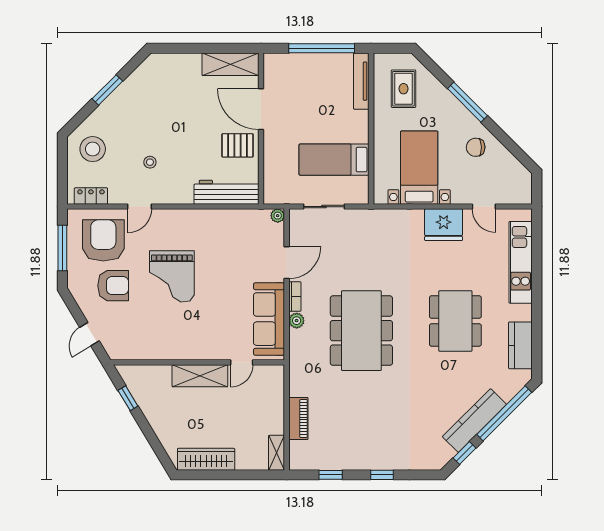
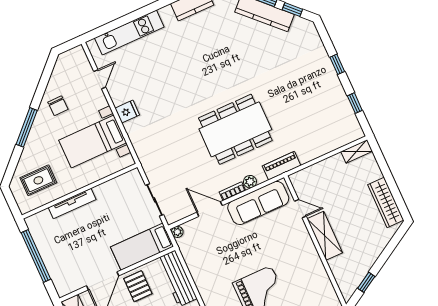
tv unit: (361, 81) -> (72, 204), moved
bed: (334, 160) -> (142, 247), moved, turned 90
fridge: (444, 225) -> (127, 112), width x0.53, depth x0.75
dining table: (455, 321) -> (196, 62), removed
piano: (298, 419) -> (281, 166), moved

